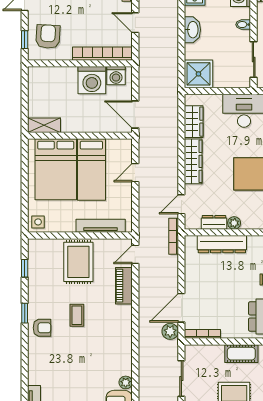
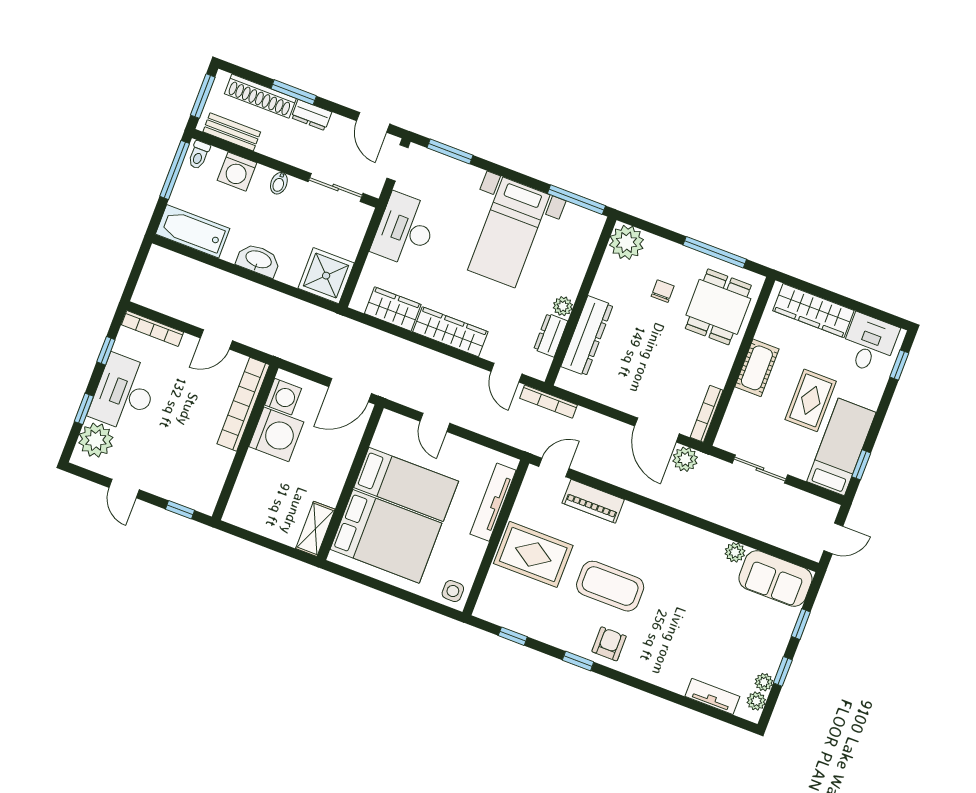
armchair: (48, 37) -> (188, 474), removed
door: (135, 254) -> (554, 468), swing flipped
coffee table: (77, 315) -> (610, 586), width x1.86, depth x1.72

